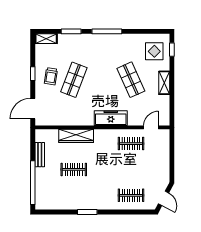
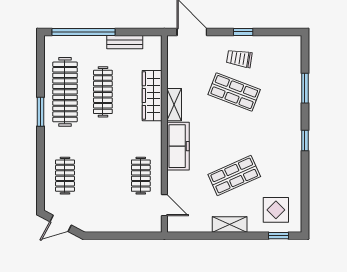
window: (107, 31) -> (305, 140), width x0.46
shelving: (46, 39) -> (174, 105), moved
clothes rail: (74, 169) -> (103, 92), width x1.36
clothes rail: (74, 195) -> (65, 92), added

